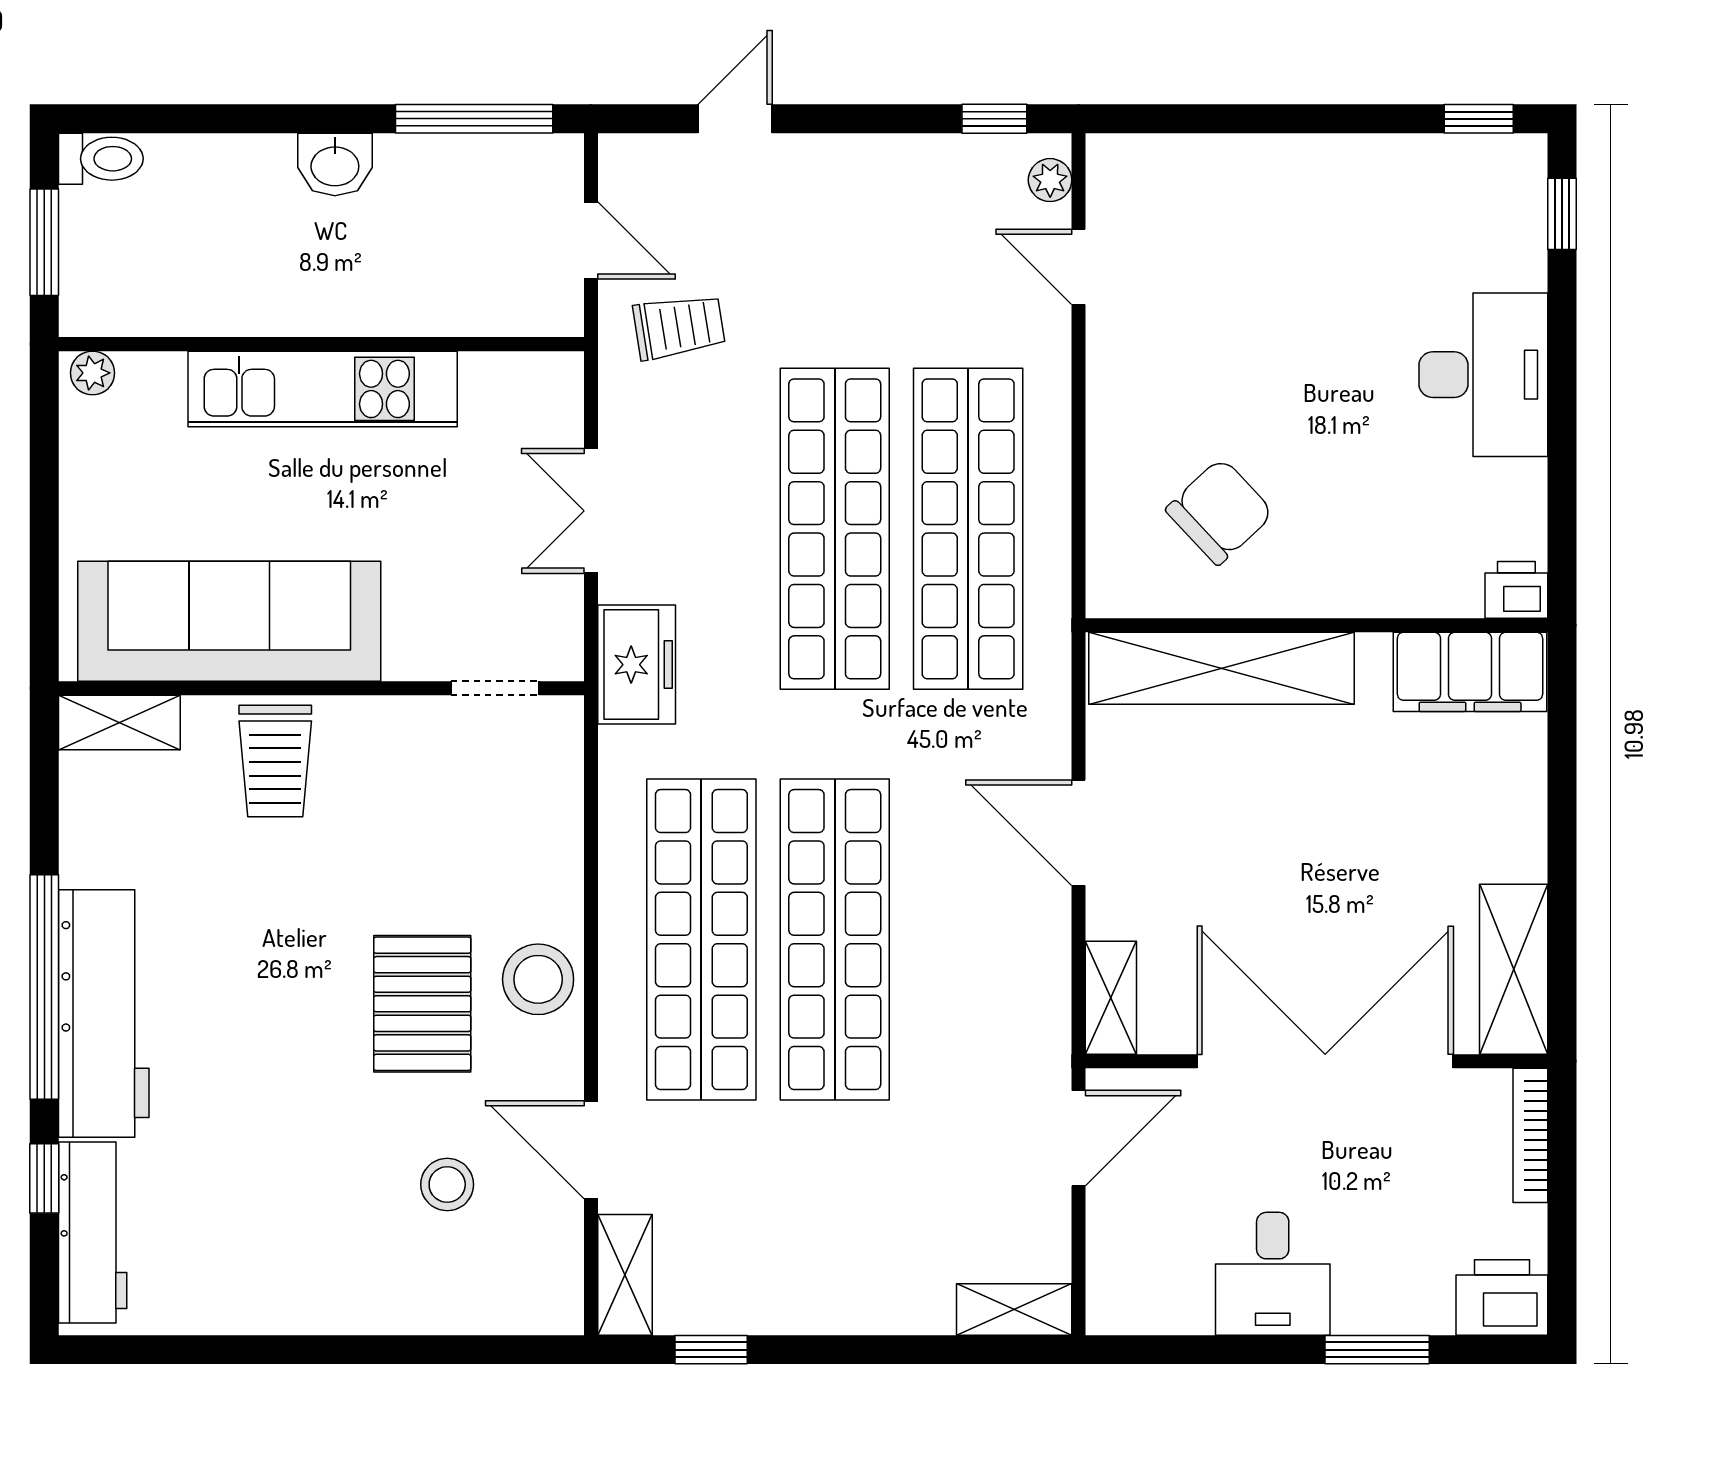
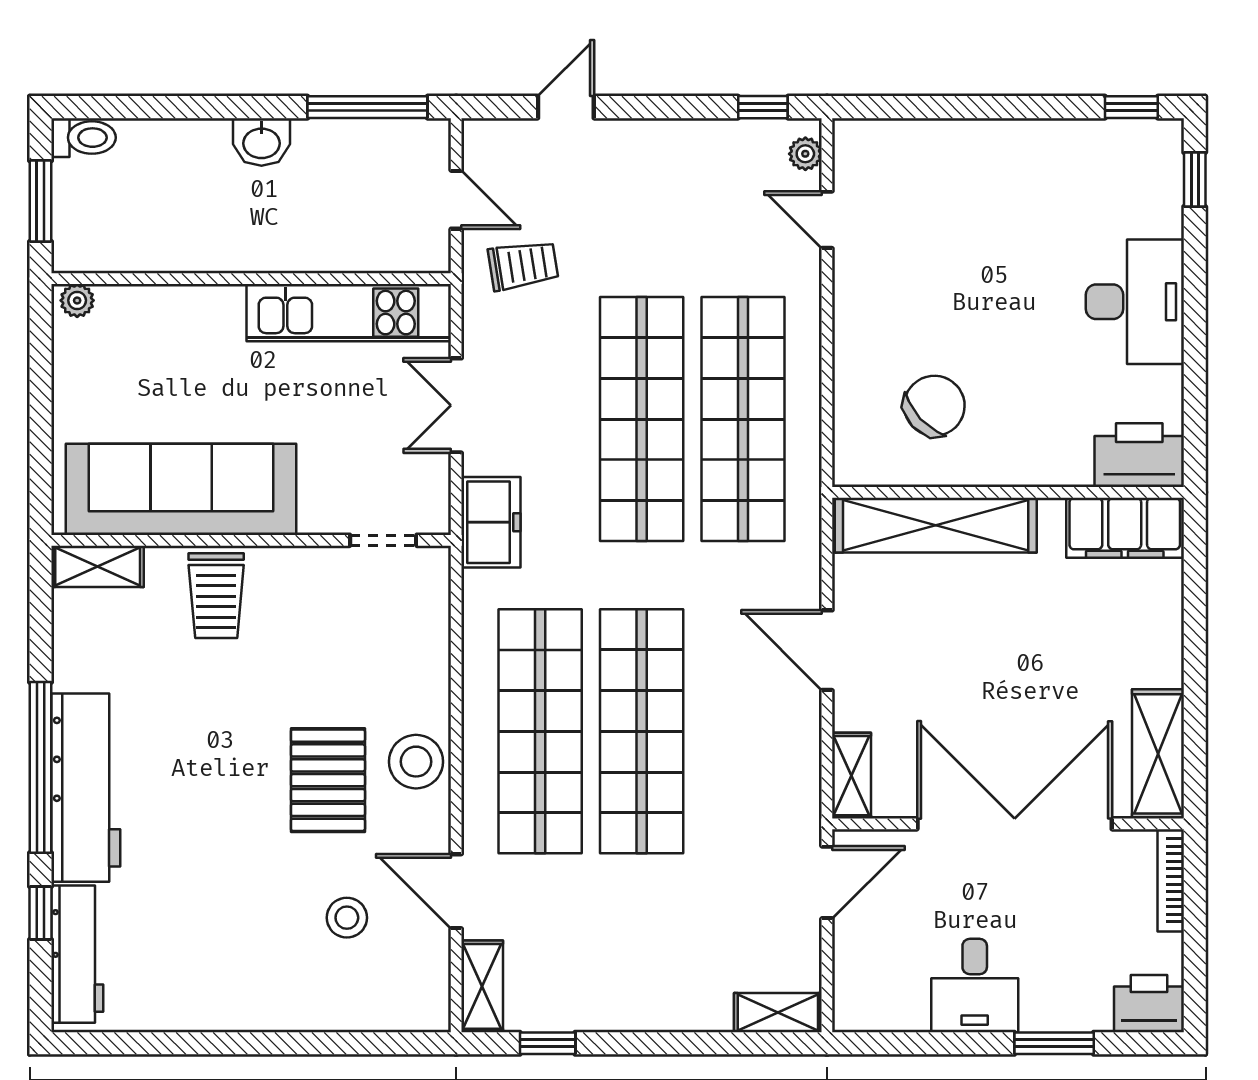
kitchen unit: (323, 389) -> (349, 313), moved
printer: (1516, 590) -> (1139, 455), width x1.87, depth x1.48

